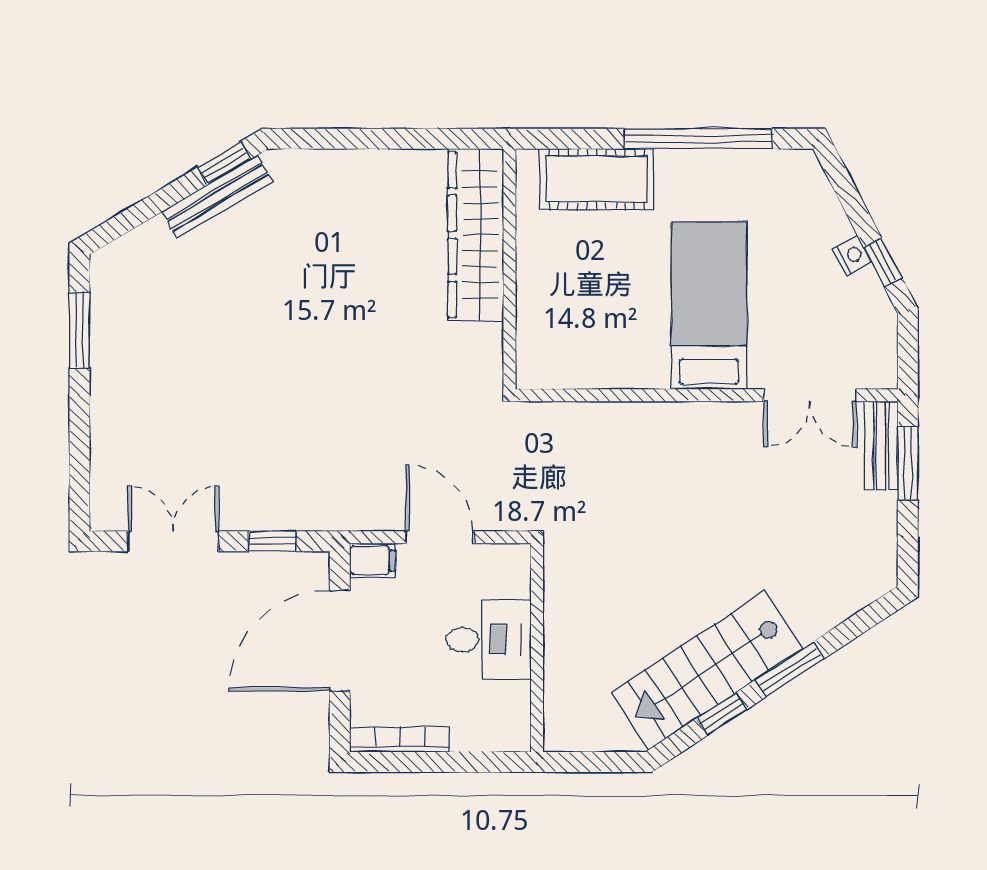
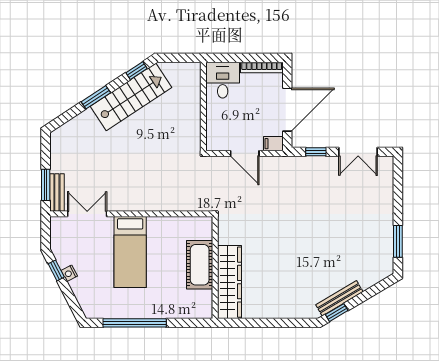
cot: (596, 179) -> (200, 265), moved, turned 90
desk: (489, 640) -> (223, 80), moved, turned 90
window: (722, 714) -> (136, 71), moved

